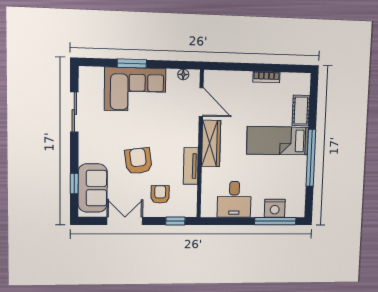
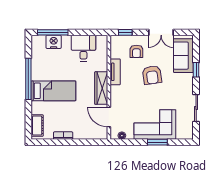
cot: (301, 110) -> (37, 126), moved
window: (74, 184) -> (196, 70), moved

